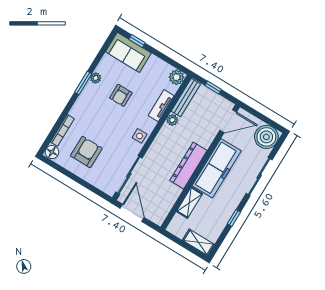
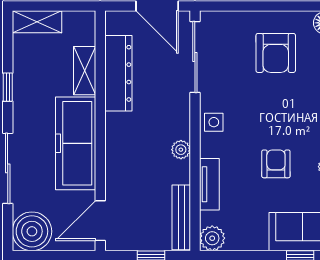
plant: (172, 120) -> (181, 150), moved
dresser: (188, 165) -> (118, 73), moved

